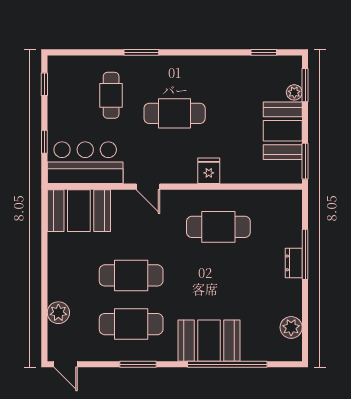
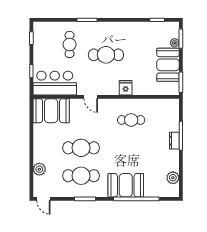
cafe table: (218, 227) -> (131, 120), width x0.73, depth x0.74

